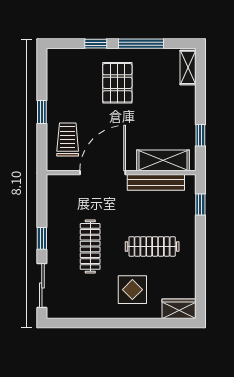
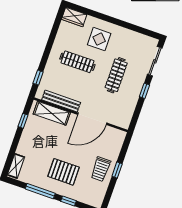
pallet: (117, 83) -> (64, 172), turned 90
trolley: (68, 140) -> (101, 169), moved

